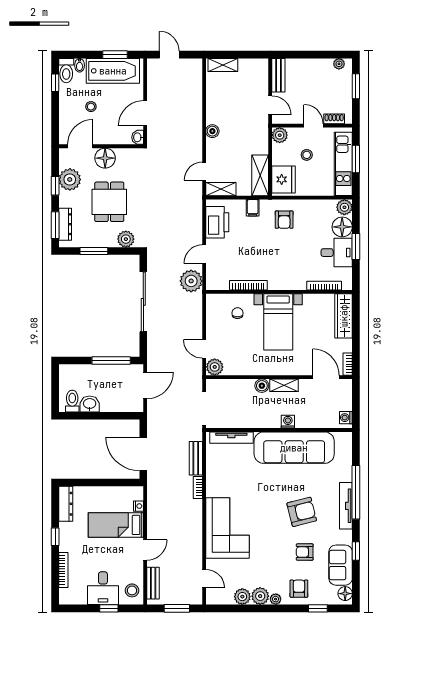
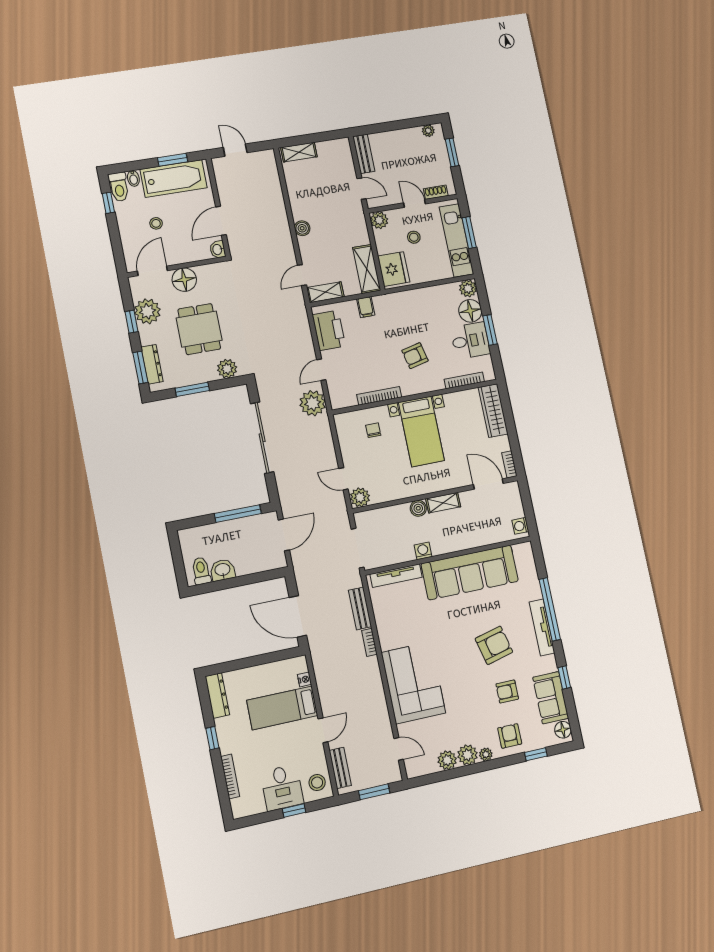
armchair: (284, 220) -> (415, 356), moved, turned 77
washing machine: (288, 422) -> (423, 551), moved

